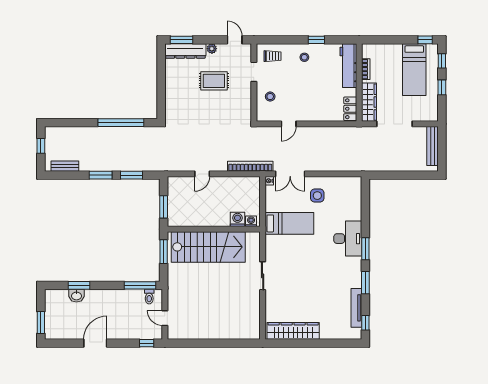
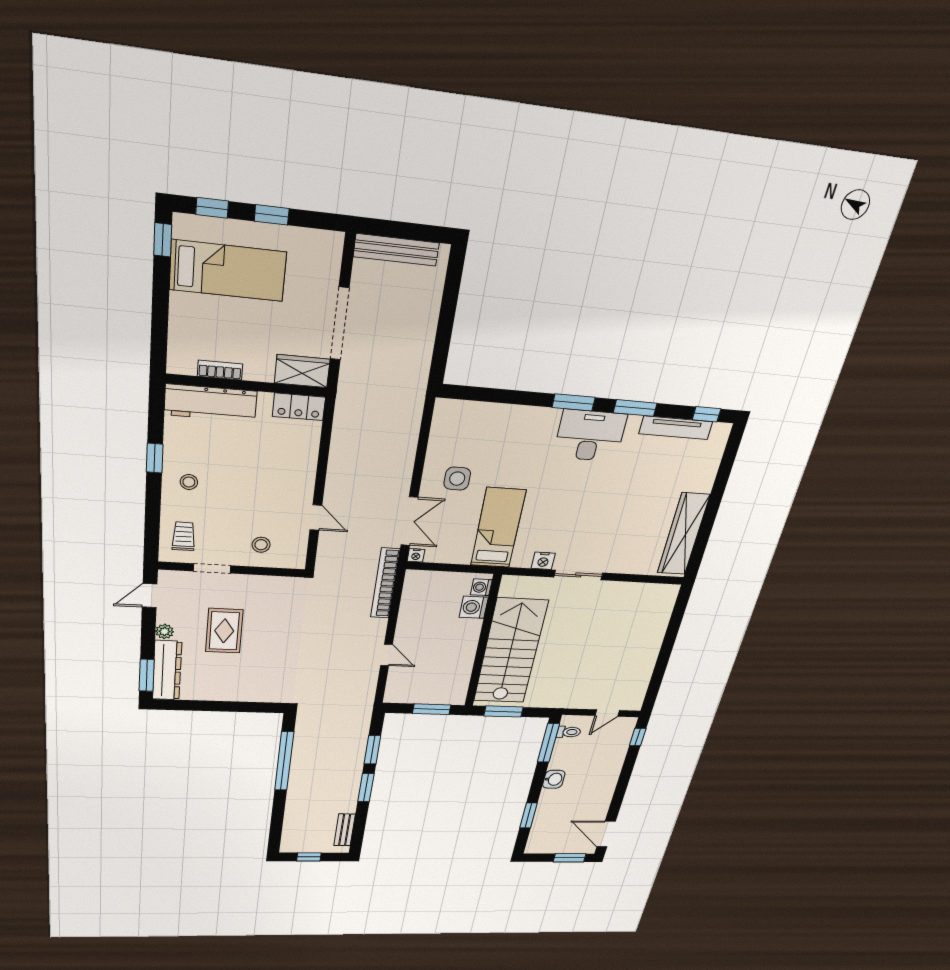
wardrobe: (369, 102) -> (302, 371), width x0.67
desk: (348, 239) -> (590, 436), moved
nightstand: (271, 253) -> (543, 561), added
washbasin: (76, 296) -> (554, 779), moved
door: (95, 343) -> (606, 834), moved

